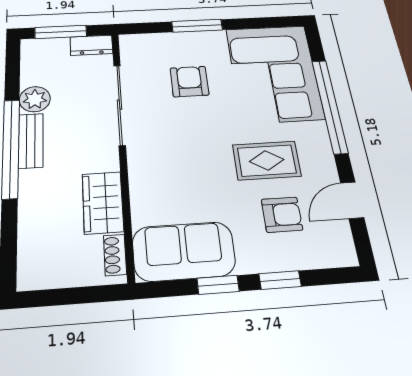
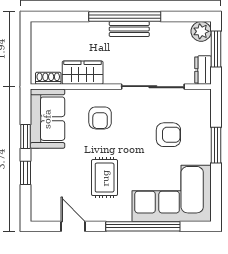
plant: (35, 99) -> (201, 31), moved
armchair: (282, 215) -> (100, 118), moved

